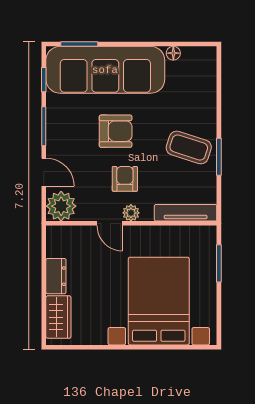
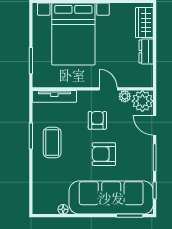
coffee table: (189, 147) -> (52, 143), turned 72
armchair: (125, 179) -> (97, 120), turned 180
plant: (131, 213) -> (125, 96), moved

